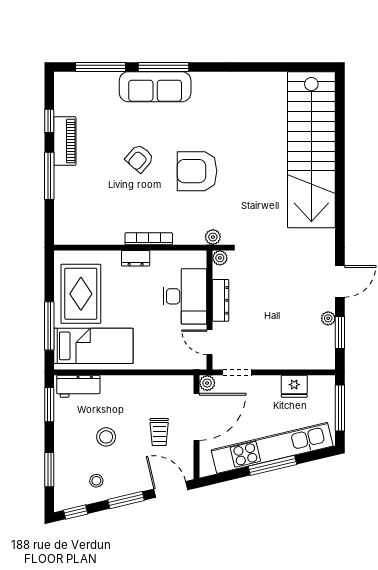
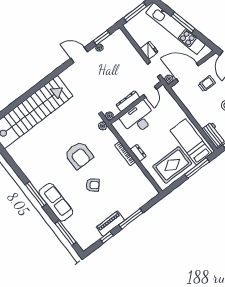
window: (163, 67) -> (36, 194), moved
fridge: (294, 386) -> (149, 50), moved

